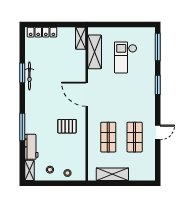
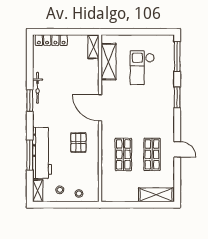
window: (22, 73) -> (30, 101), moved
pallet: (67, 126) -> (78, 142), turned 90
window: (22, 127) -> (30, 155), moved
door: (158, 132) -> (177, 149), hinge flipped
workbench: (31, 147) -> (42, 153), width x1.88, depth x1.32
shelving: (112, 174) -> (156, 195), moved

